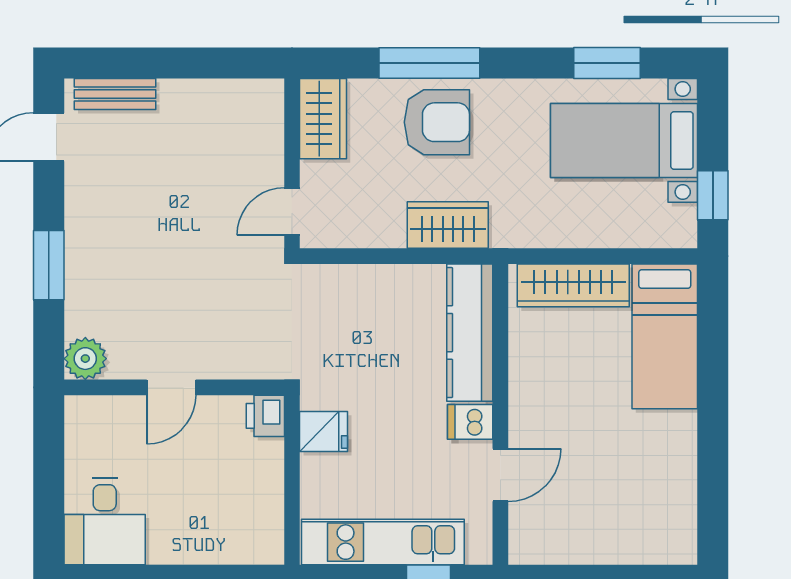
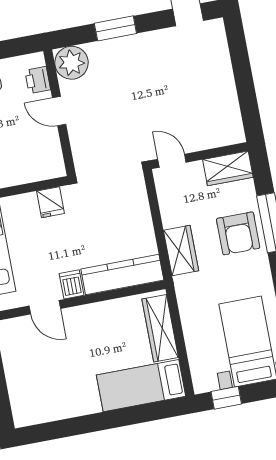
bench: (115, 94) -> (220, 48), removed
plant: (85, 359) -> (71, 63), width x1.36, depth x1.36
printer: (265, 416) -> (38, 80), moved, turned -90

